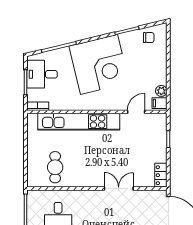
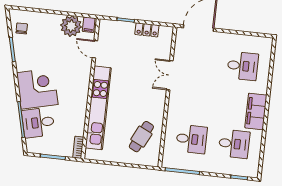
corner desk: (99, 64) -> (37, 89), width x0.74, depth x0.74
desk: (42, 74) -> (38, 123), moved, turned 76
plant: (161, 91) -> (71, 26), width x1.87, depth x1.87
cafe table: (55, 167) -> (141, 137), turned -64
locker: (161, 175) -> (147, 30), moved

